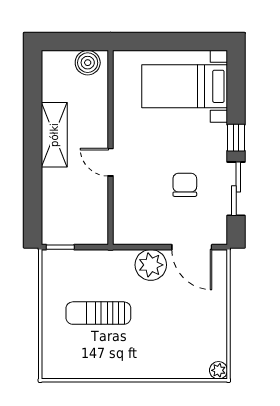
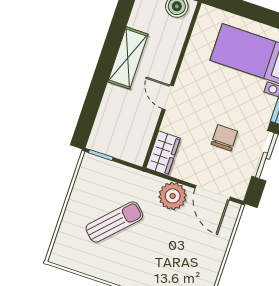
wardrobe: (125, 223) -> (163, 153), added
sun lounger: (98, 313) -> (114, 222), turned 134

